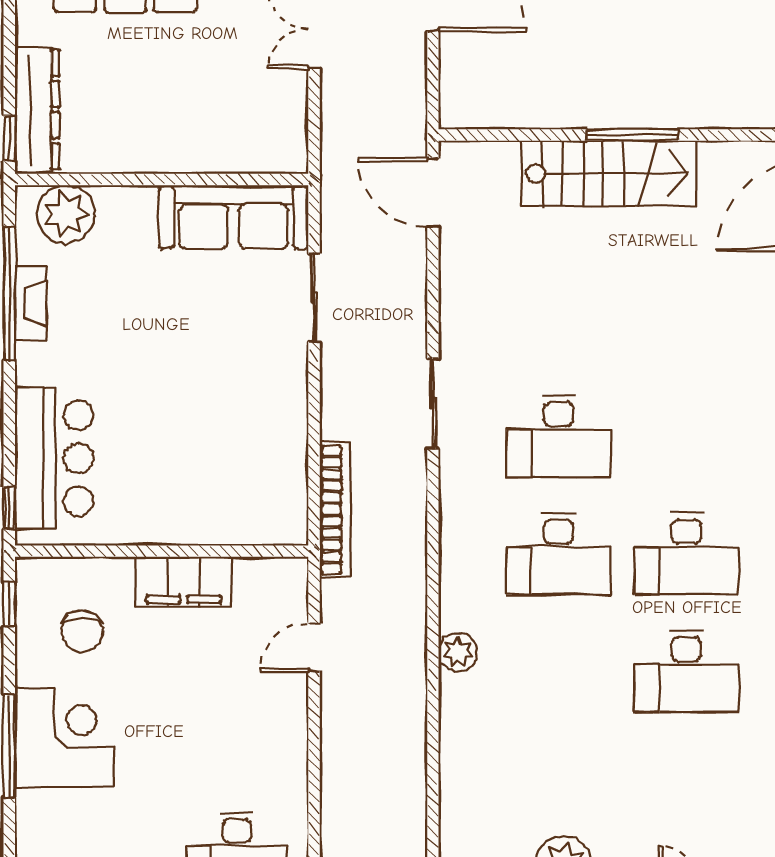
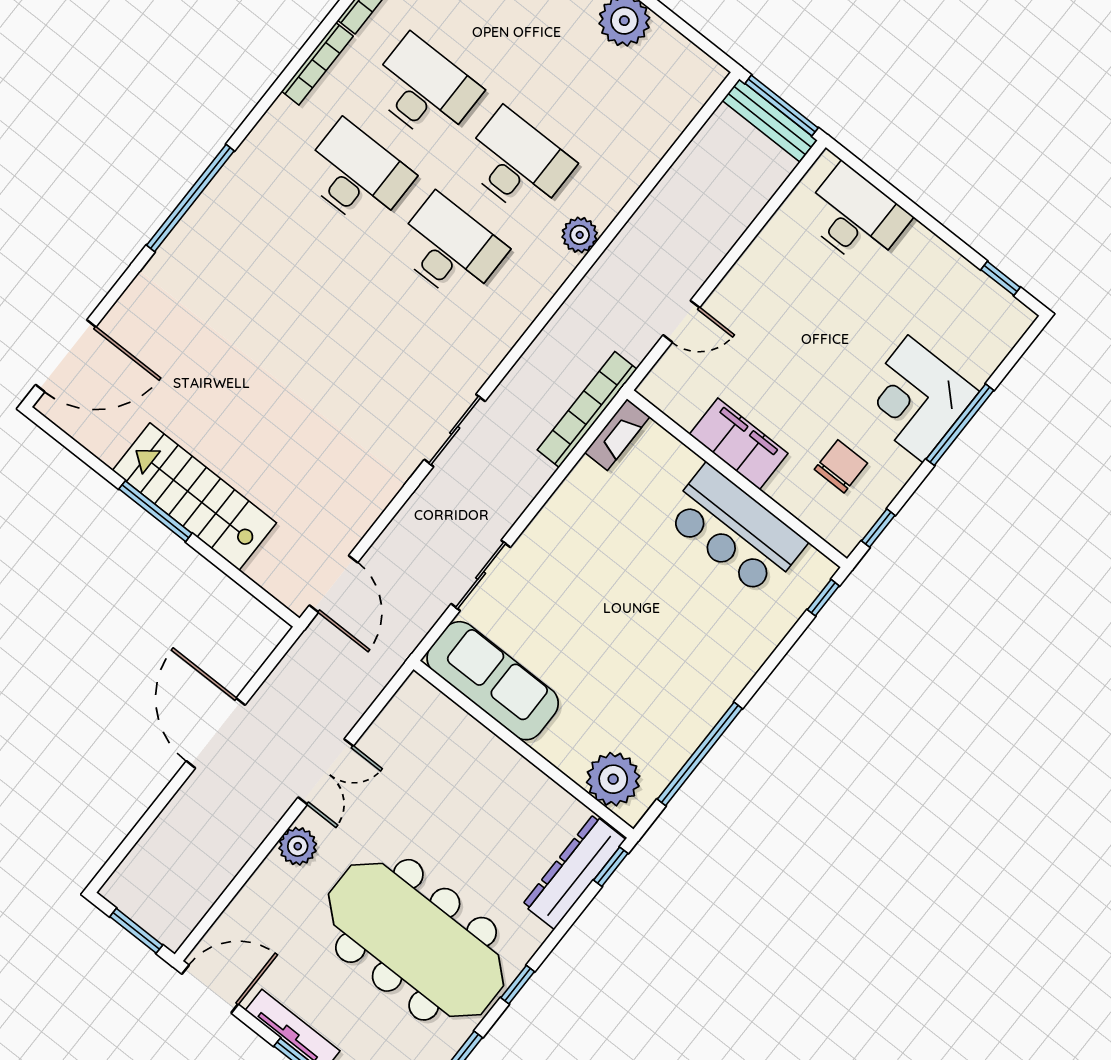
fireplace: (31, 303) -> (617, 435), moved, turned 180
desk: (559, 436) -> (517, 163), moved
bar counter: (54, 458) -> (735, 530), moved, turned -90

